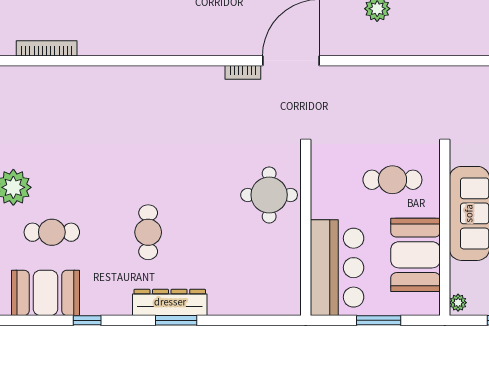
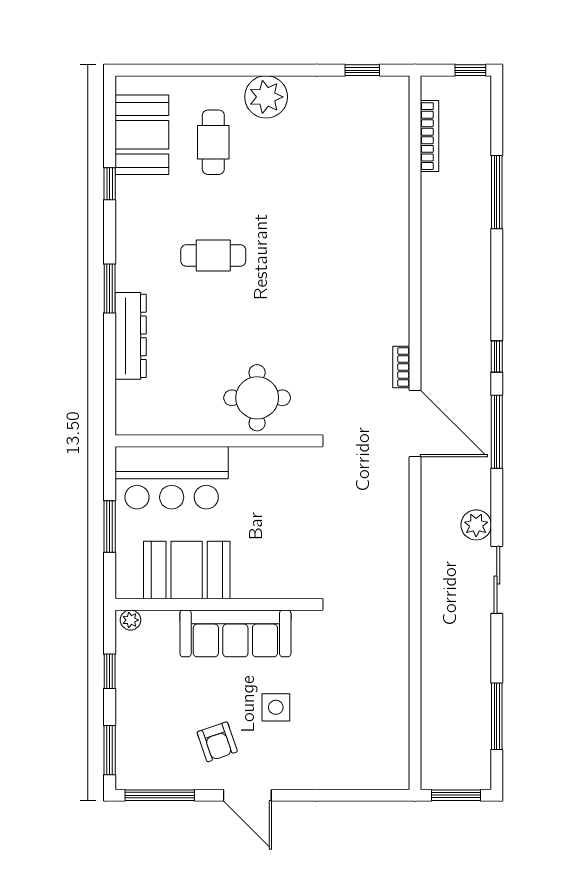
cafe table: (392, 180) -> (275, 543), removed
dresser: (170, 302) -> (131, 336), moved

